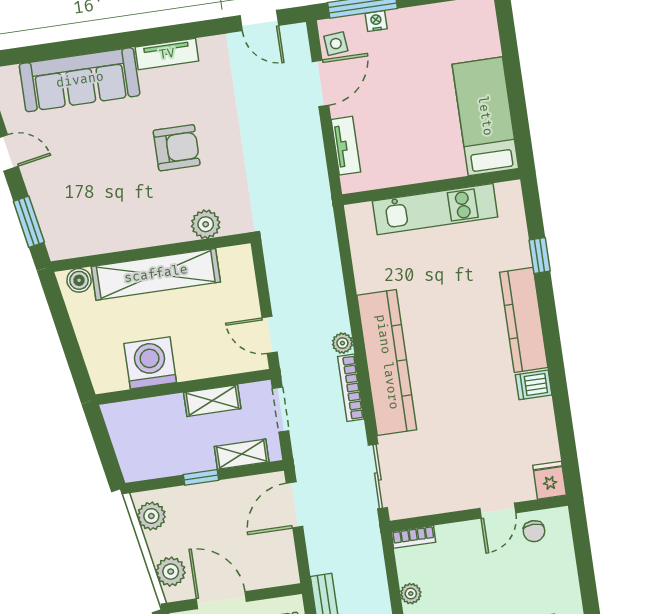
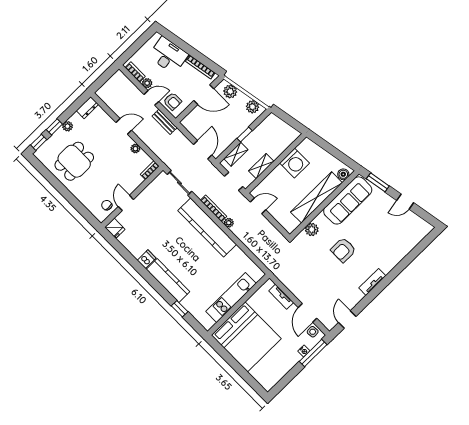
door: (259, 21) -> (347, 319), hinge flipped
sofa: (80, 80) -> (348, 200), moved, turned 180
bed: (485, 116) -> (246, 337), width x2.04

